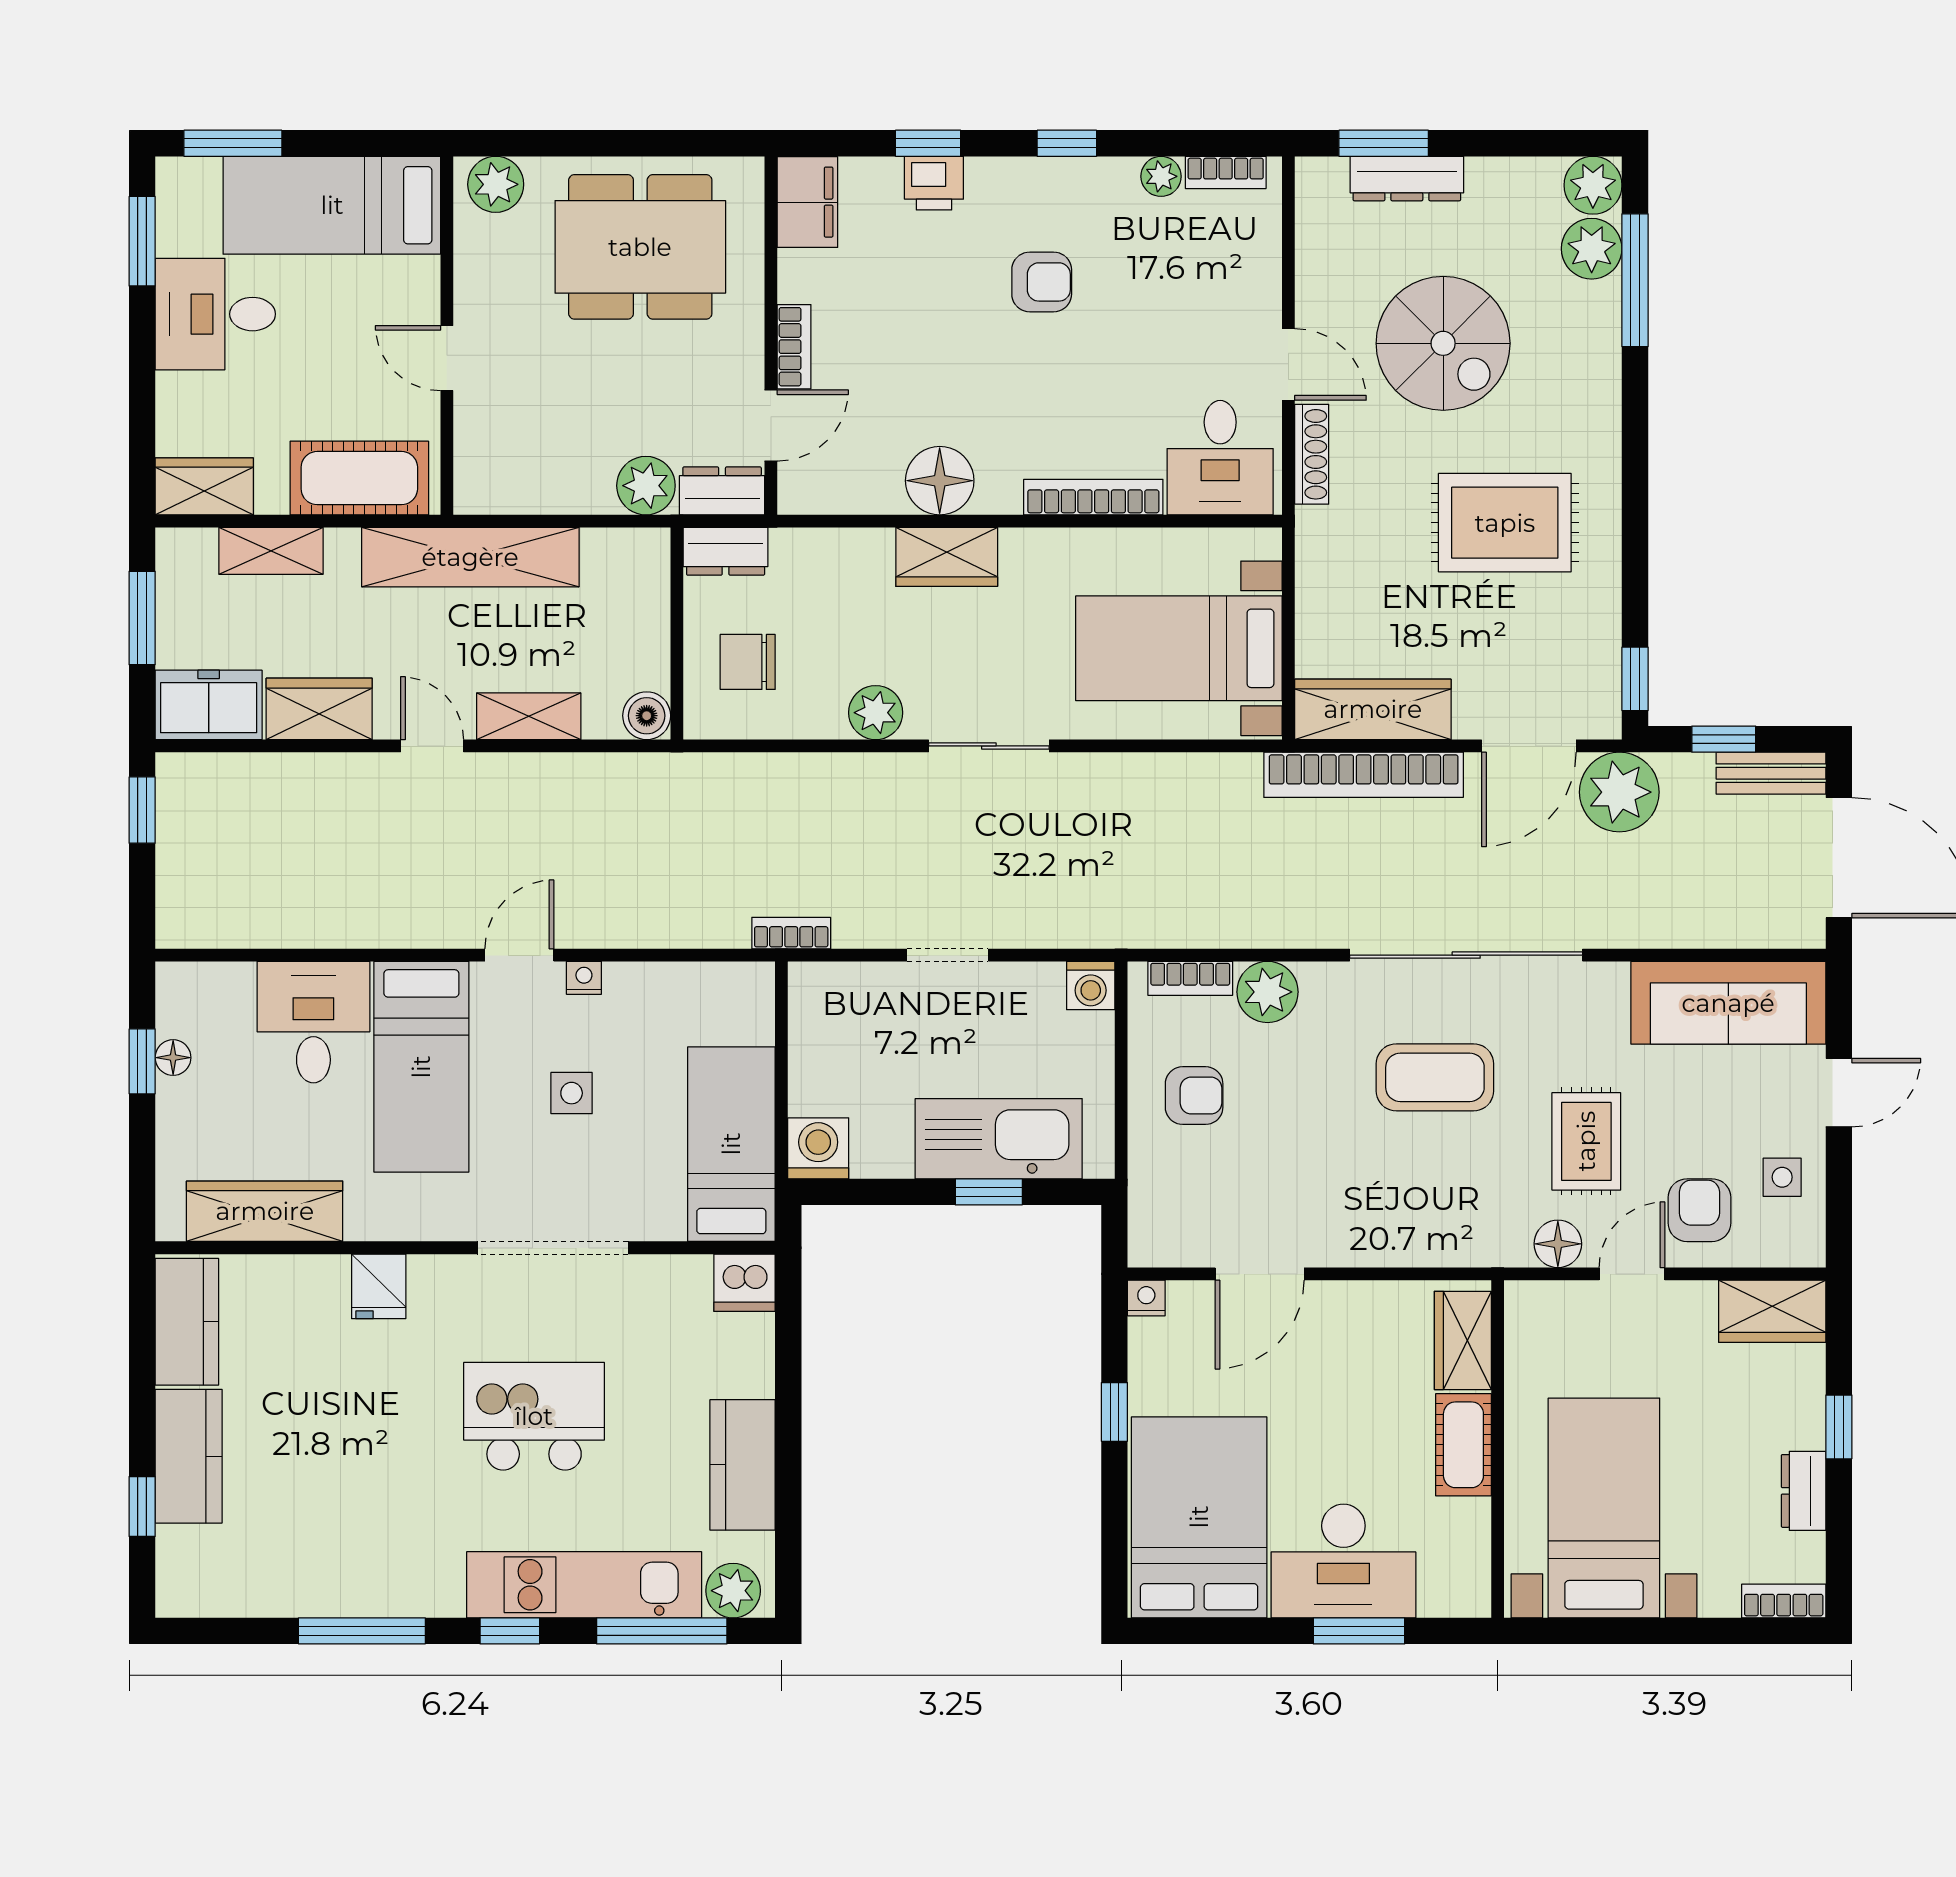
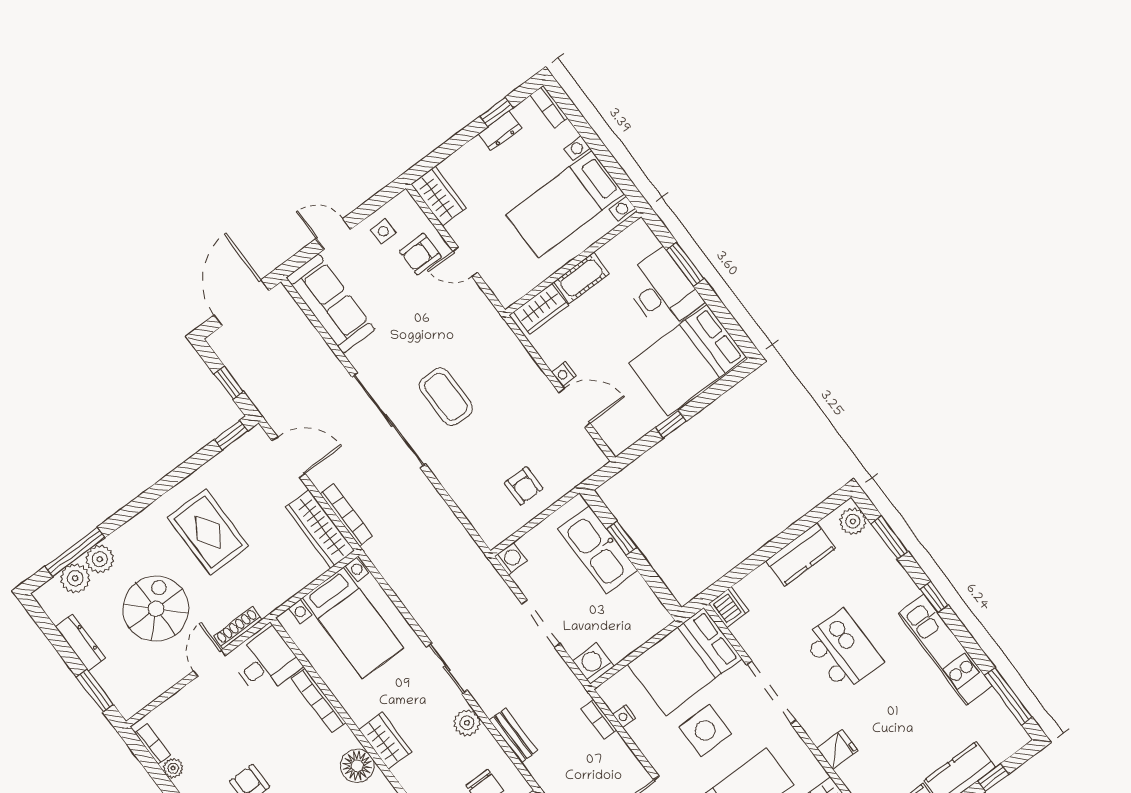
dresser: (1407, 179) -> (80, 642), moved
plant: (1593, 185) -> (100, 559), moved
bench: (1771, 773) -> (513, 735), moved
bookcase: (1364, 775) -> (346, 515), width x0.68, depth x0.76
plant: (1619, 792) -> (280, 408), removed
bookcase: (791, 933) -> (599, 719), moved
doorway: (948, 955) -> (541, 624), width x1.38
nightstand: (584, 978) -> (624, 716), moved
bookcase: (1190, 978) -> (479, 522), removed
plant: (1267, 992) -> (462, 487), removed
side table: (572, 1093) -> (705, 730), width x1.87, depth x1.87
armchair: (1194, 1096) -> (524, 486), turned 180
rug: (1586, 1141) -> (427, 319), removed
bed: (731, 1144) -> (685, 661), width x1.50
washing machine: (818, 1148) -> (593, 663), moved, turned 90
floor lamp: (1558, 1244) -> (475, 300), removed
nightstand: (1146, 1298) -> (564, 374), moved
kitchen island: (534, 1416) -> (843, 650), turned 180
window: (1839, 1427) -> (496, 112), moved
kitchen unit: (584, 1585) -> (945, 650), moved
window: (362, 1631) -> (1008, 696), moved
window: (662, 1631) -> (889, 537), width x0.69

